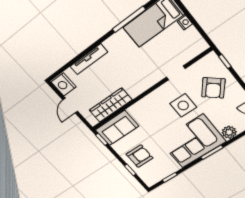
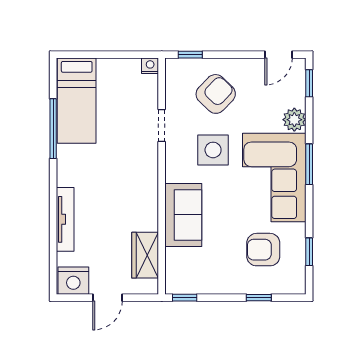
nightstand: (185, 23) -> (150, 66), moved
armchair: (213, 88) -> (216, 94), turned -86
wardrobe: (111, 105) -> (145, 255), width x0.67
door: (70, 106) -> (107, 298), hinge flipped
sofa: (117, 128) -> (183, 215), moved
armchair: (139, 156) -> (263, 250), moved, turned -90

